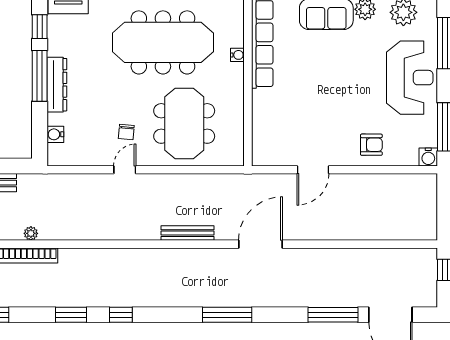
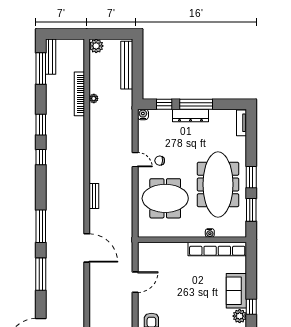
window: (40, 27) -> (164, 104), moved
water cooler: (55, 134) -> (143, 114), moved
door: (313, 170) -> (135, 282), swing flipped
bench: (188, 233) -> (94, 196), width x0.73
window: (333, 315) -> (41, 274), moved

